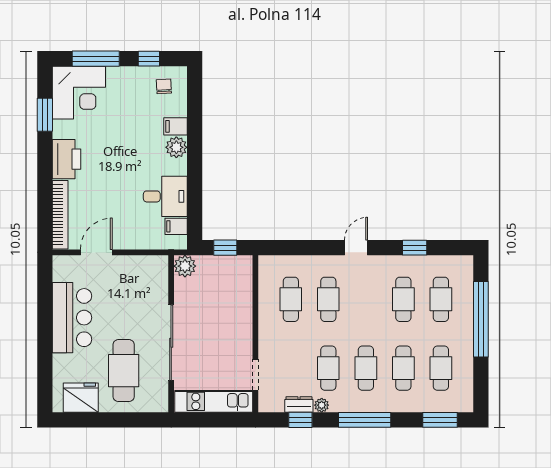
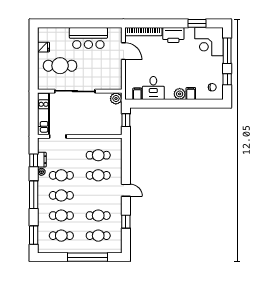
fridge: (81, 398) -> (44, 47), width x0.53, depth x0.75

